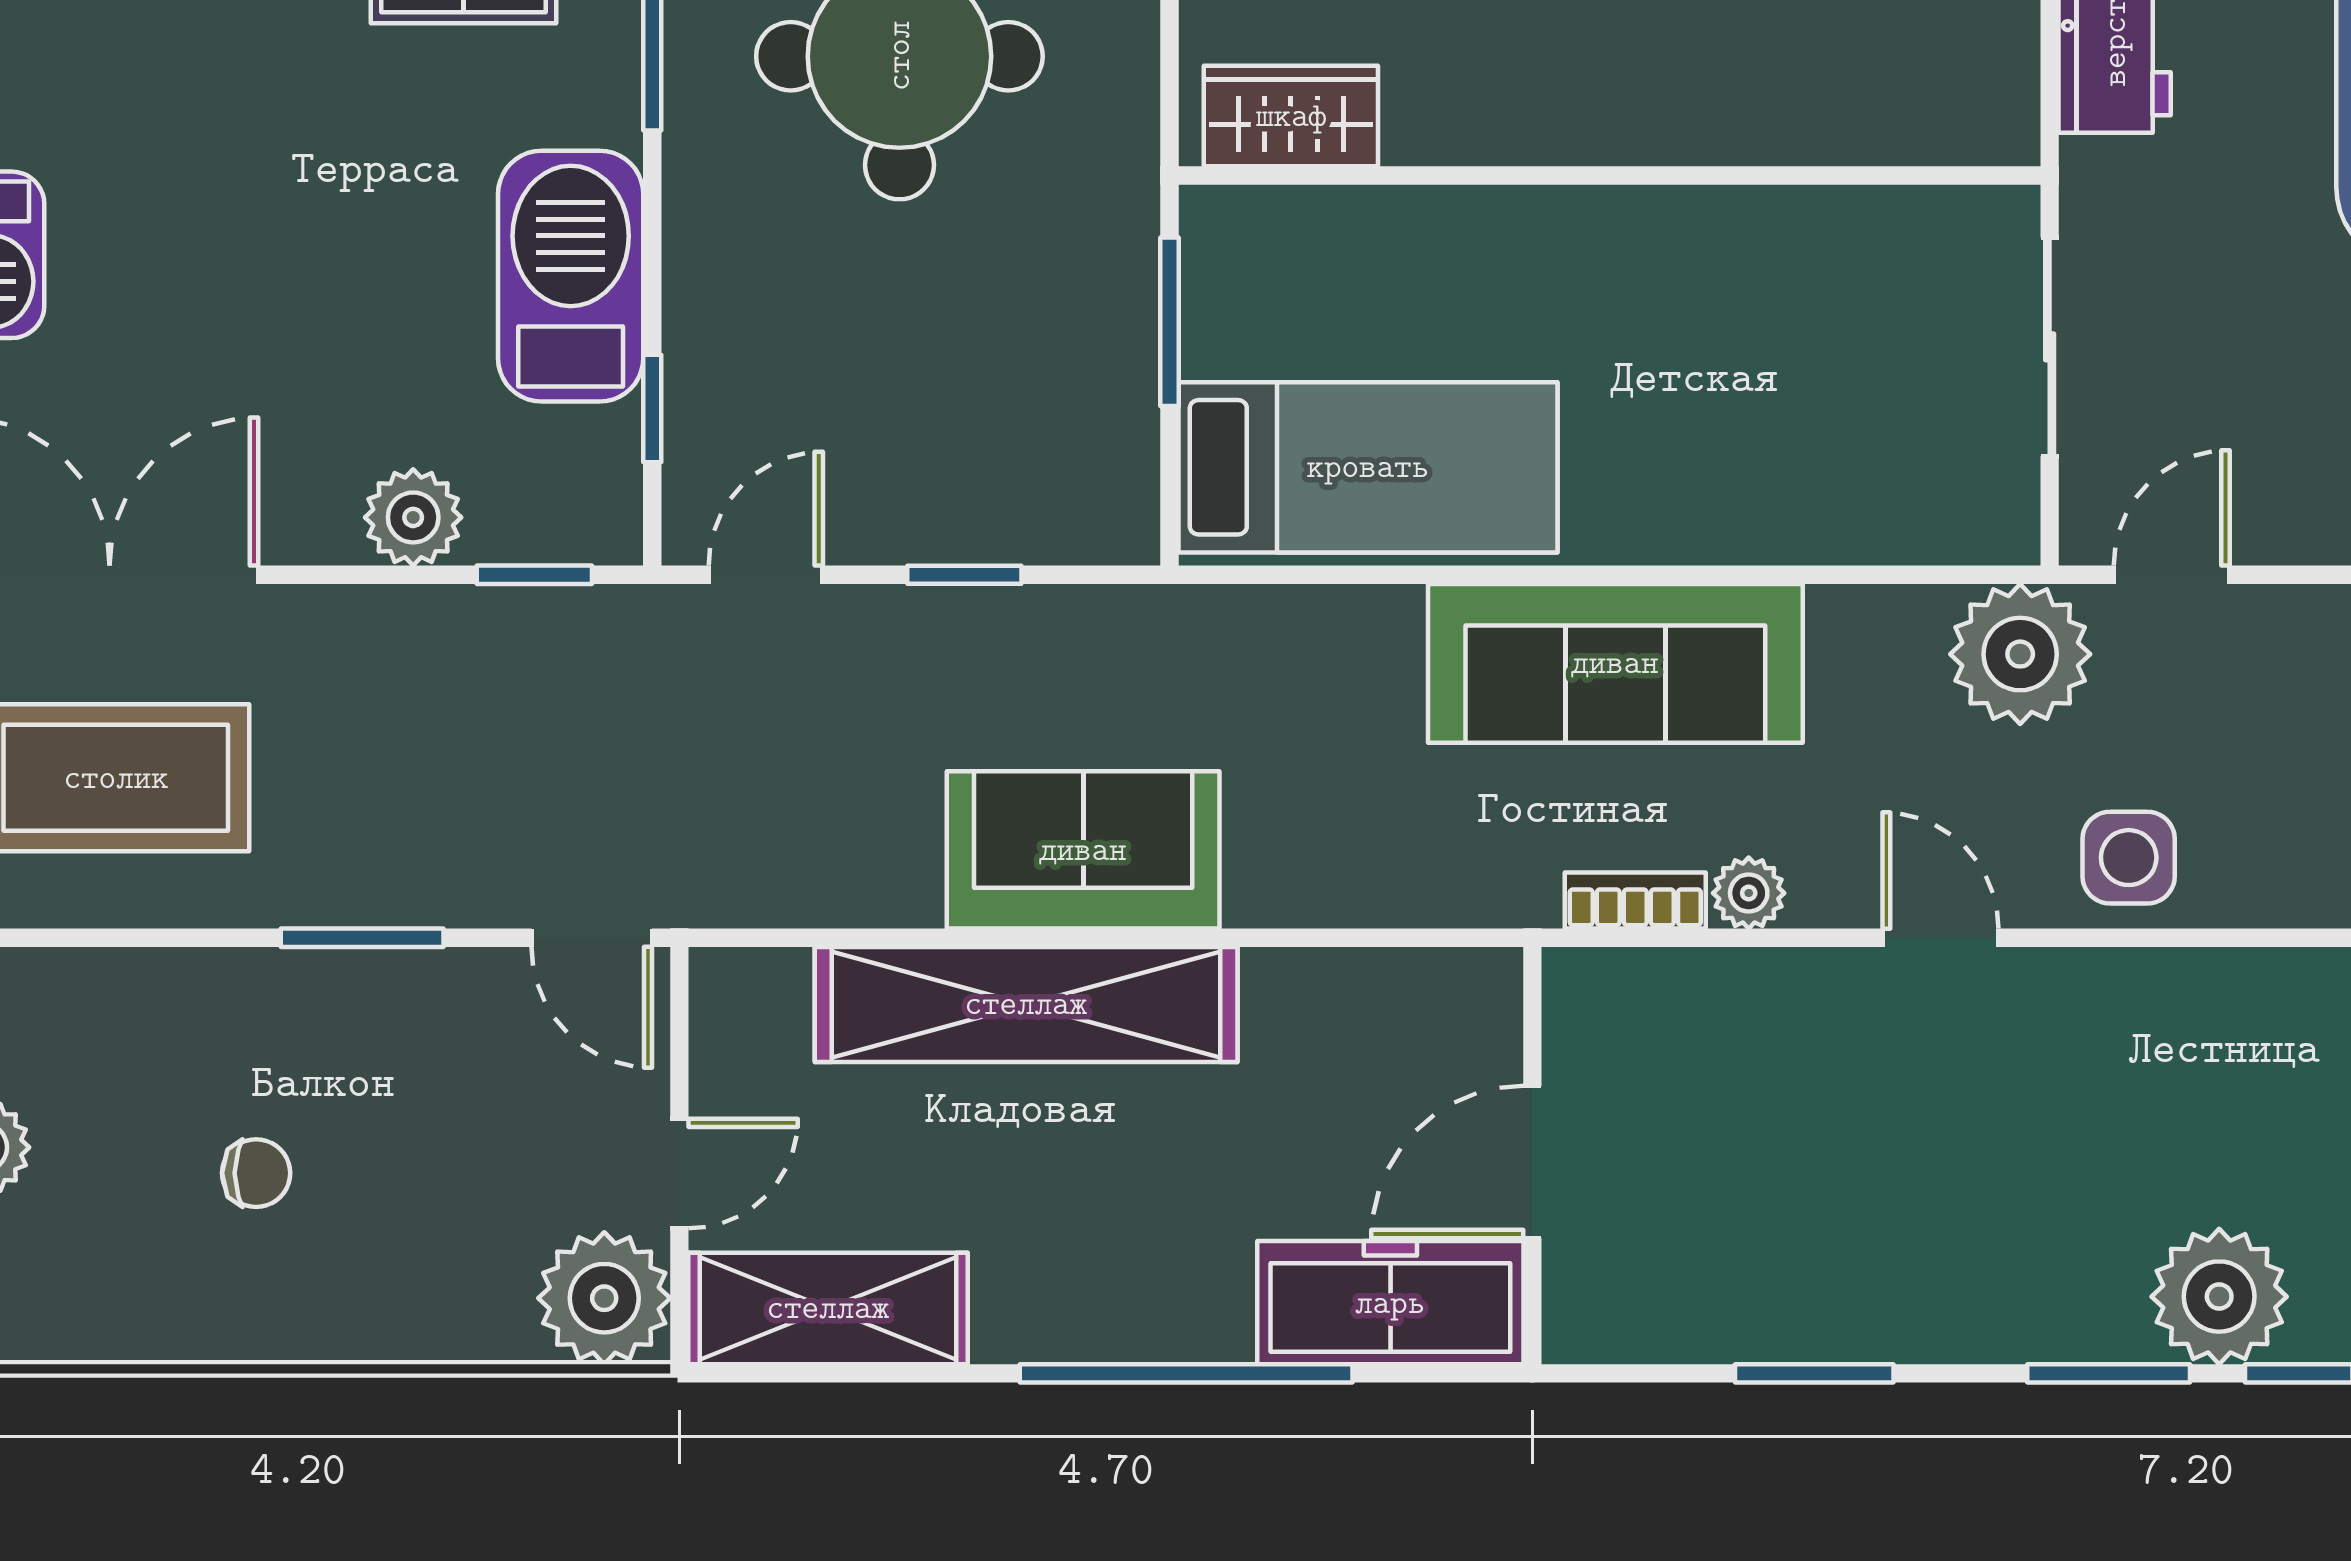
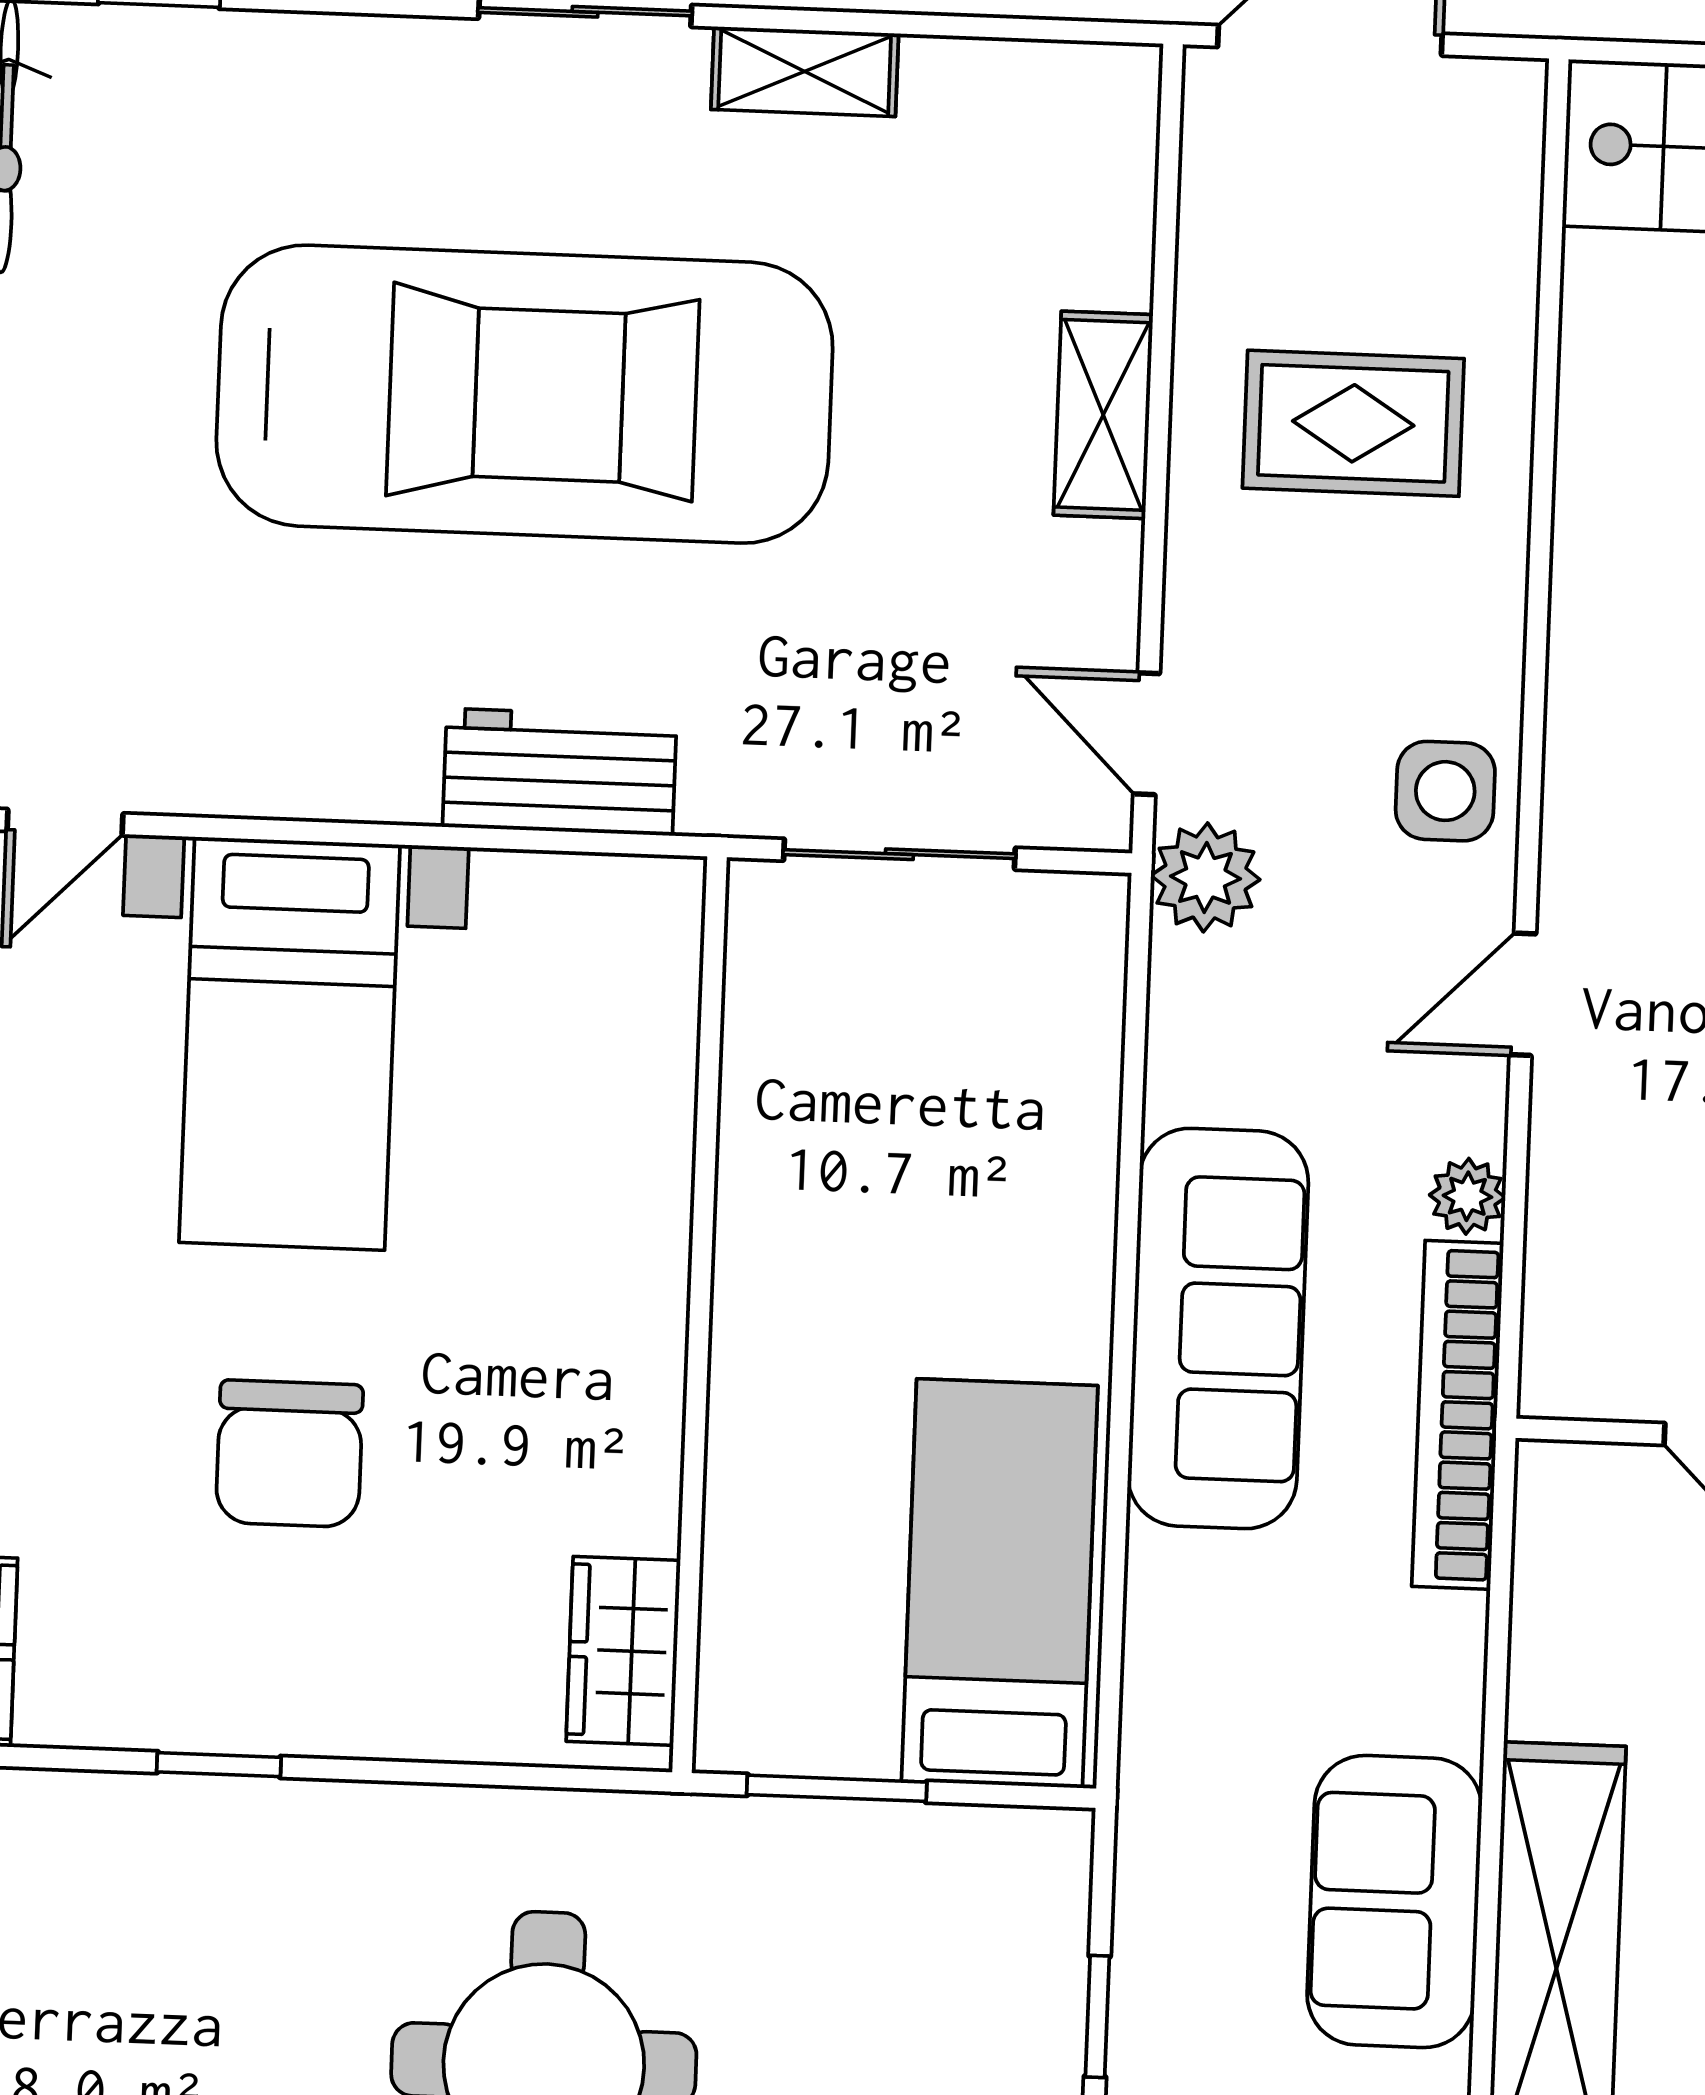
plant: (2020, 654) -> (1205, 877), width x0.73, depth x0.73
bookcase: (1635, 901) -> (1458, 1415), width x2.31, depth x1.31

